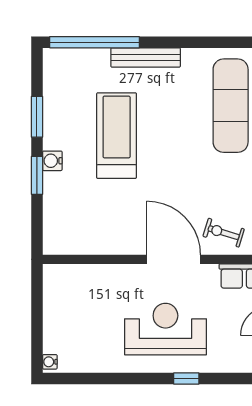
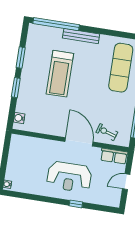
treadmill: (117, 136) -> (60, 74), turned 180
water cooler: (52, 161) -> (19, 118), moved
reception desk: (165, 329) -> (69, 177), turned 180

